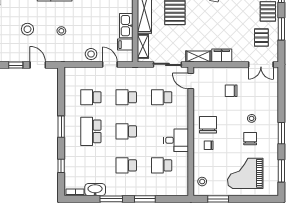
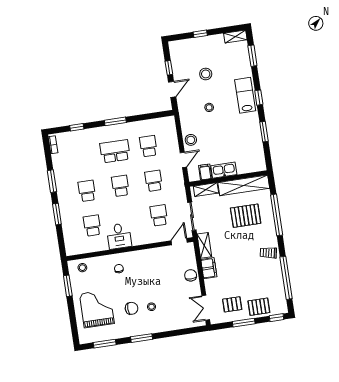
chair: (231, 91) -> (191, 275), moved
chair: (208, 125) -> (139, 265), removed
washbasin: (95, 190) -> (59, 164), removed

